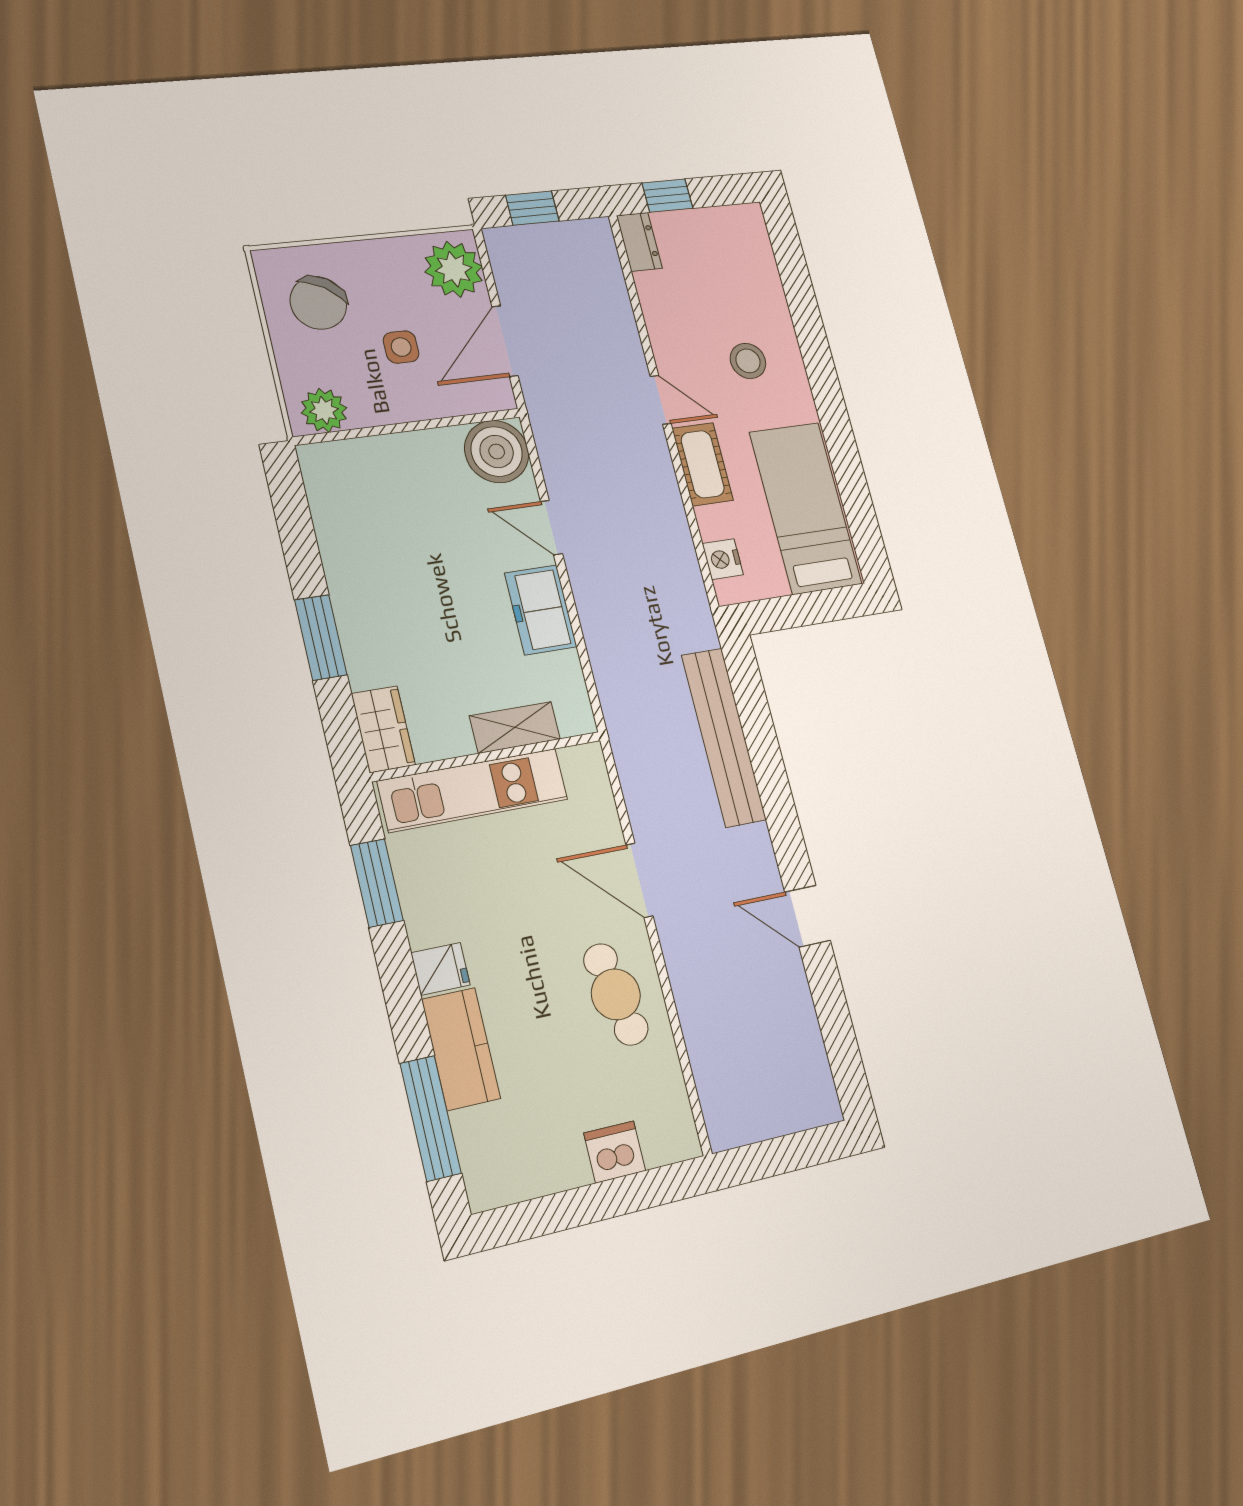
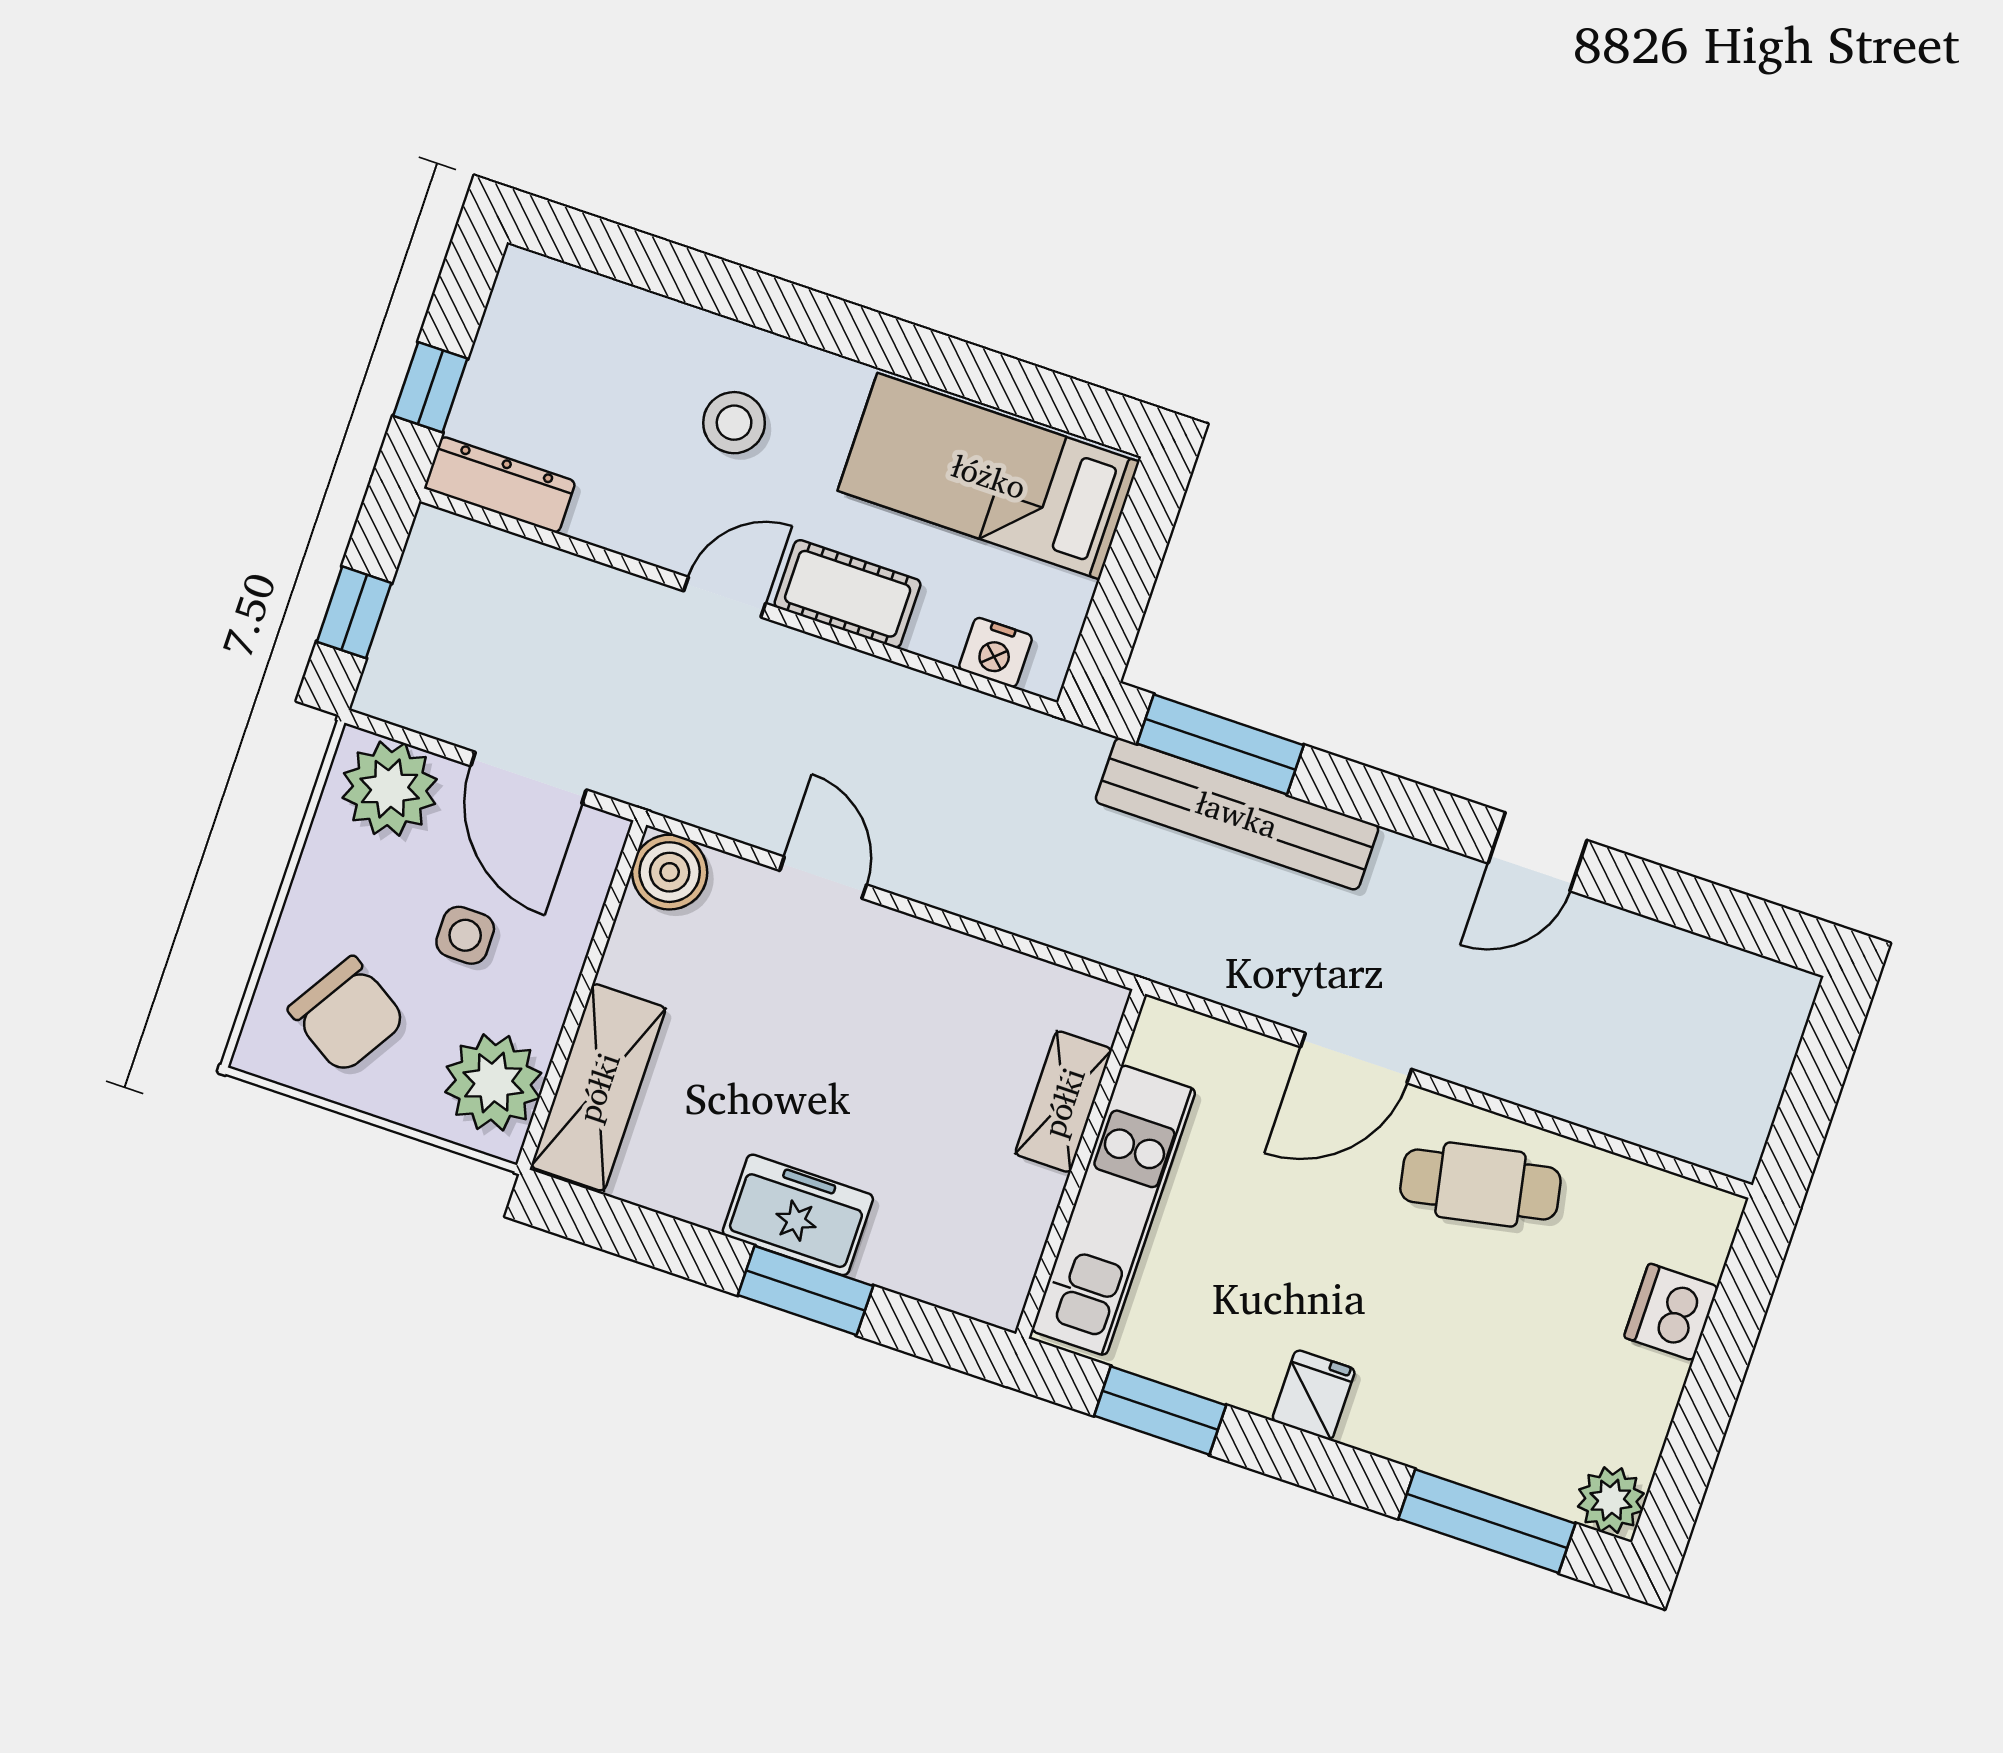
dresser: (639, 242) -> (500, 485), width x1.44
plant: (324, 410) -> (493, 1082), width x1.36, depth x1.36
boiler: (497, 452) -> (670, 872), width x0.73, depth x0.73
shelving: (363, 461) -> (598, 1087), added
door: (551, 528) -> (823, 878), swing flipped
freezer: (541, 610) -> (798, 1215), moved, turned 180
window: (753, 707) -> (1220, 744), added
wardrobe: (383, 729) -> (969, 1281), removed
kitchen counter: (461, 1049) -> (1427, 1430), removed
plant: (488, 1186) -> (1611, 1500), added

